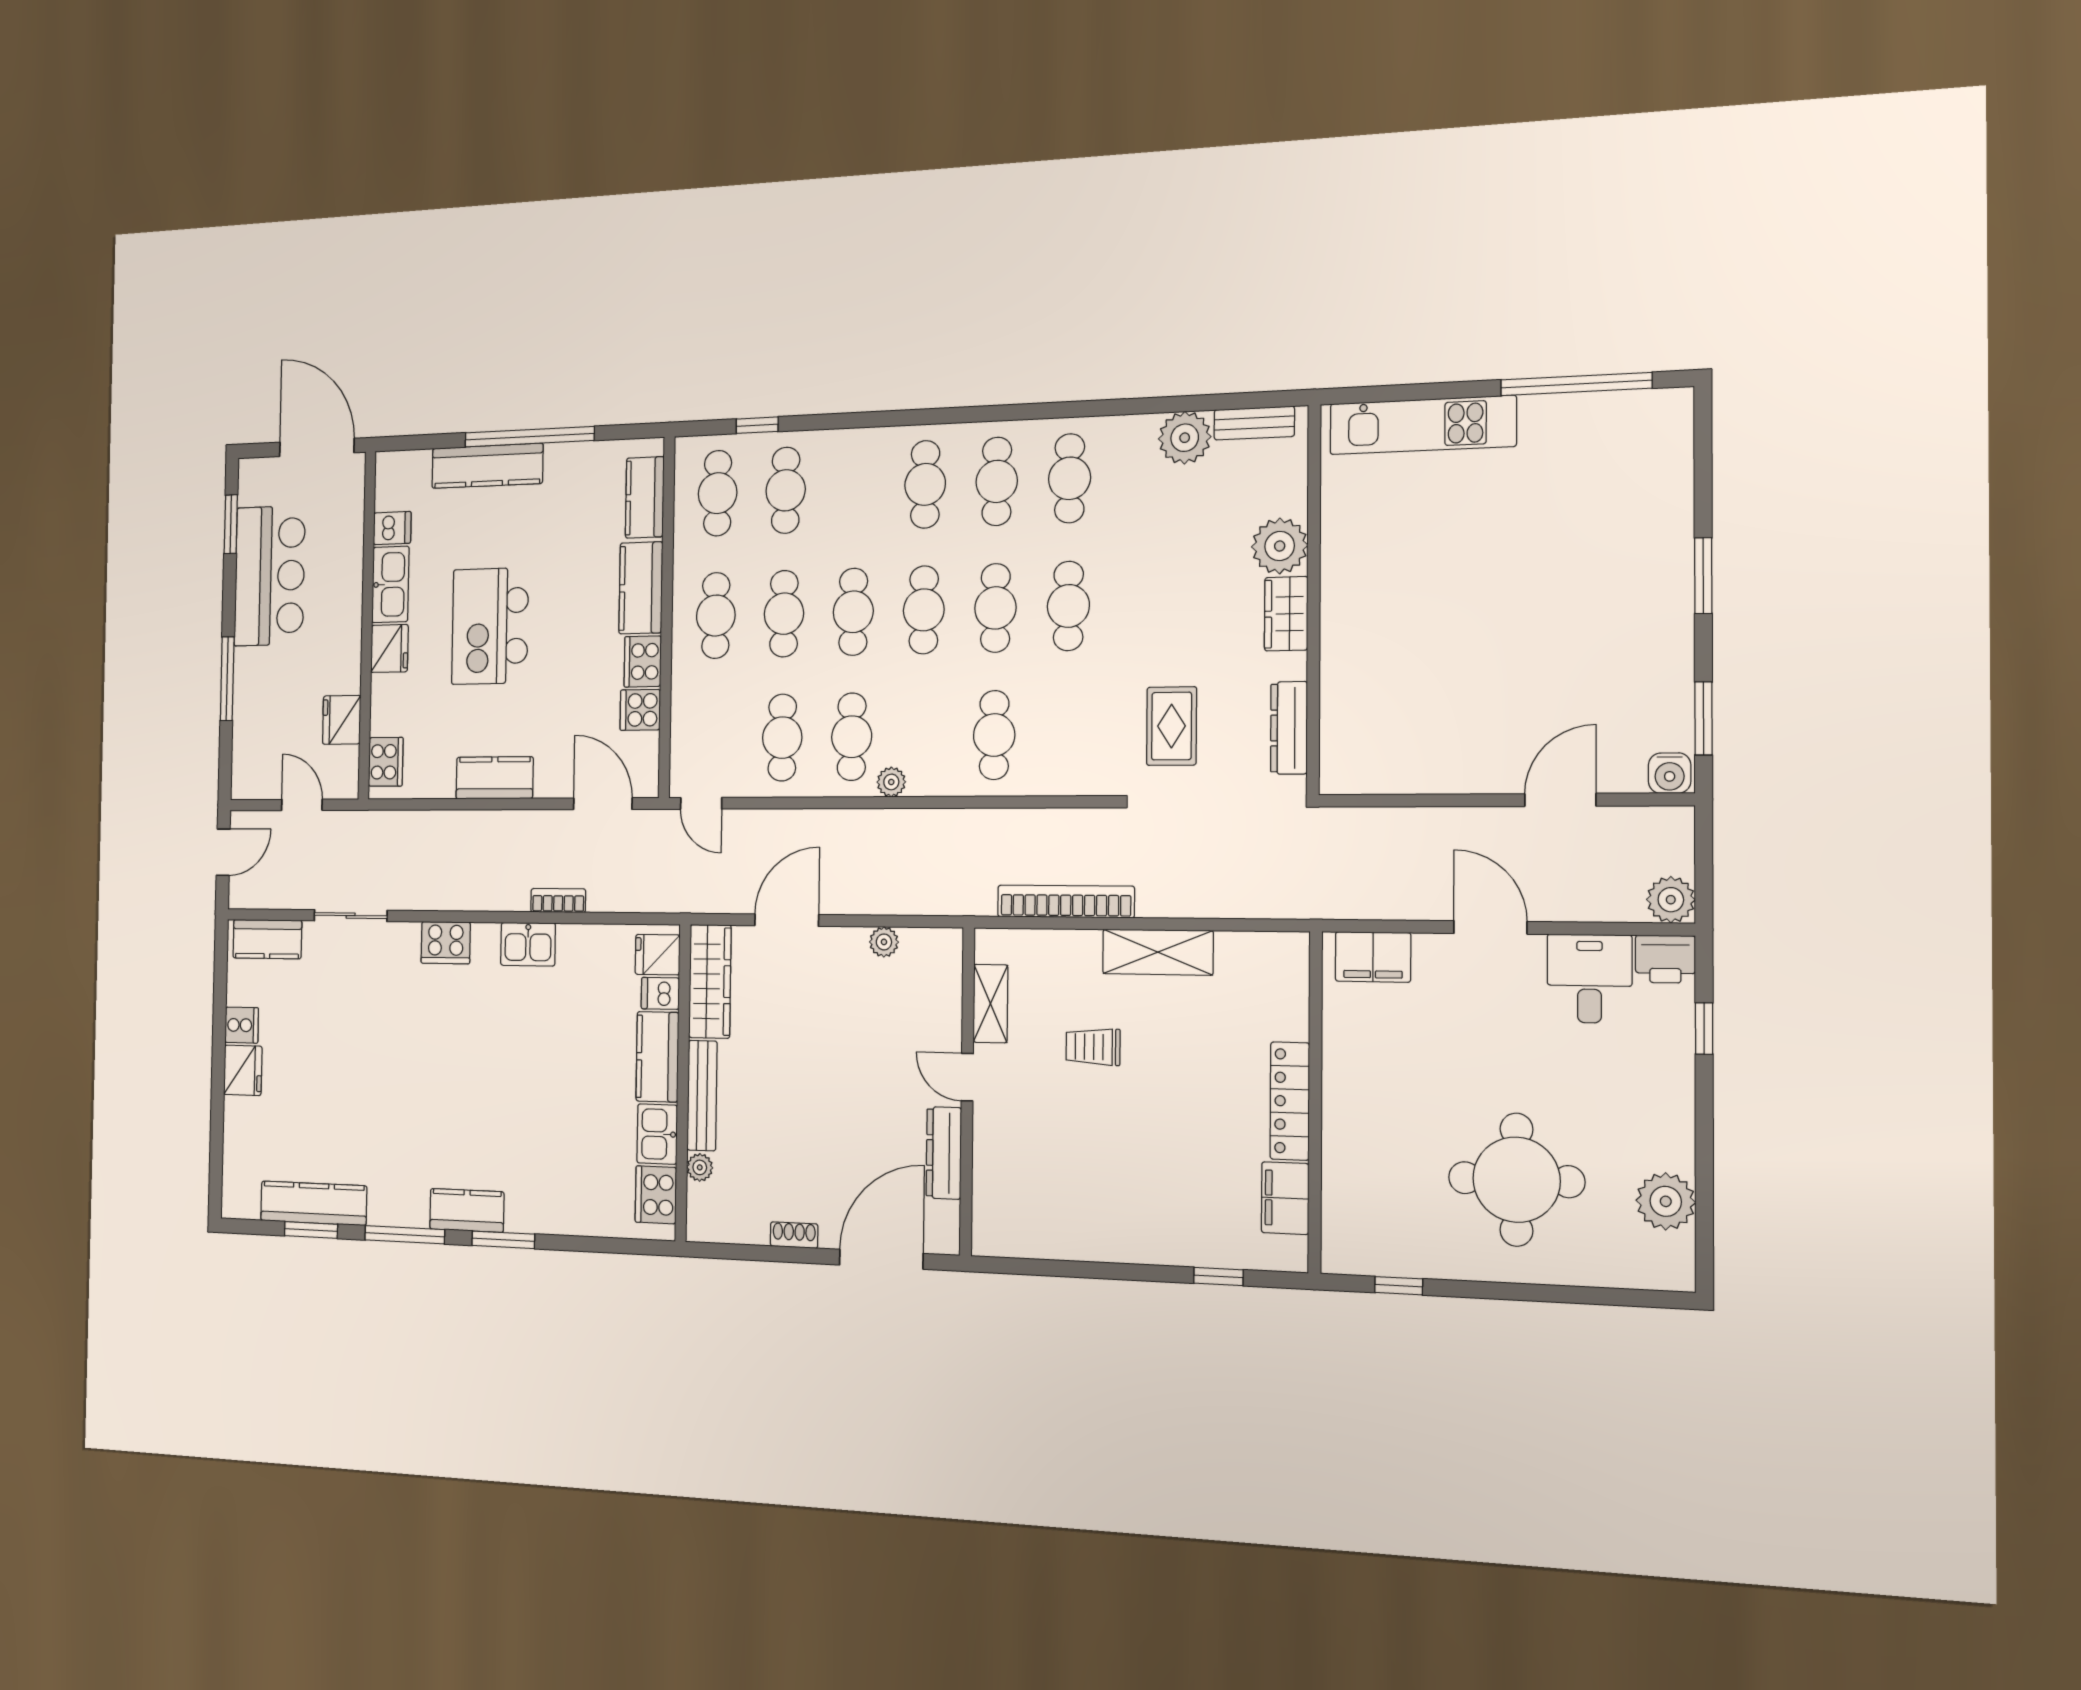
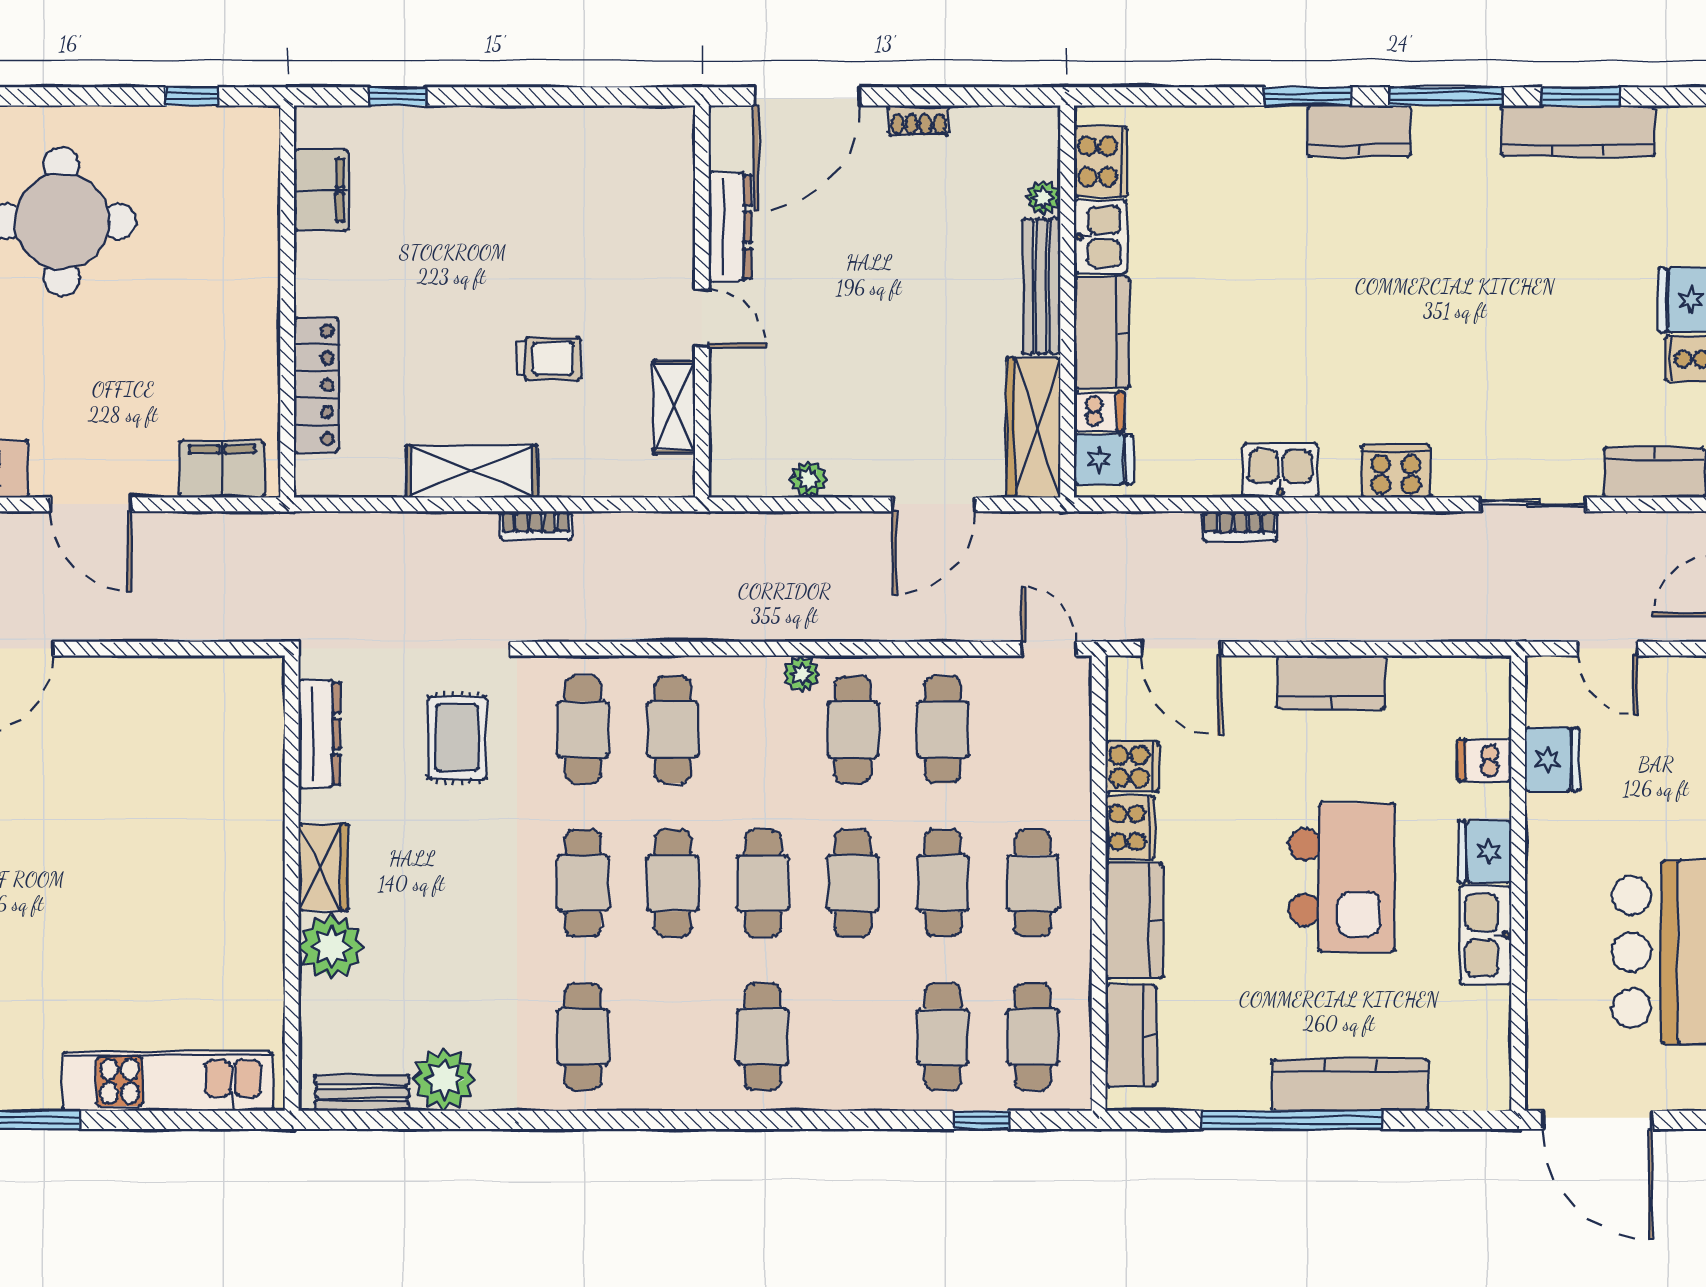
cafe table: (997, 481) -> (583, 730), moved
dishwasher: (392, 528) -> (1484, 760), moved
cooker: (386, 762) -> (1487, 704), removed
bookcase: (1066, 901) -> (536, 526), width x0.43, depth x0.76
locker: (1290, 1101) -> (316, 385), moved

